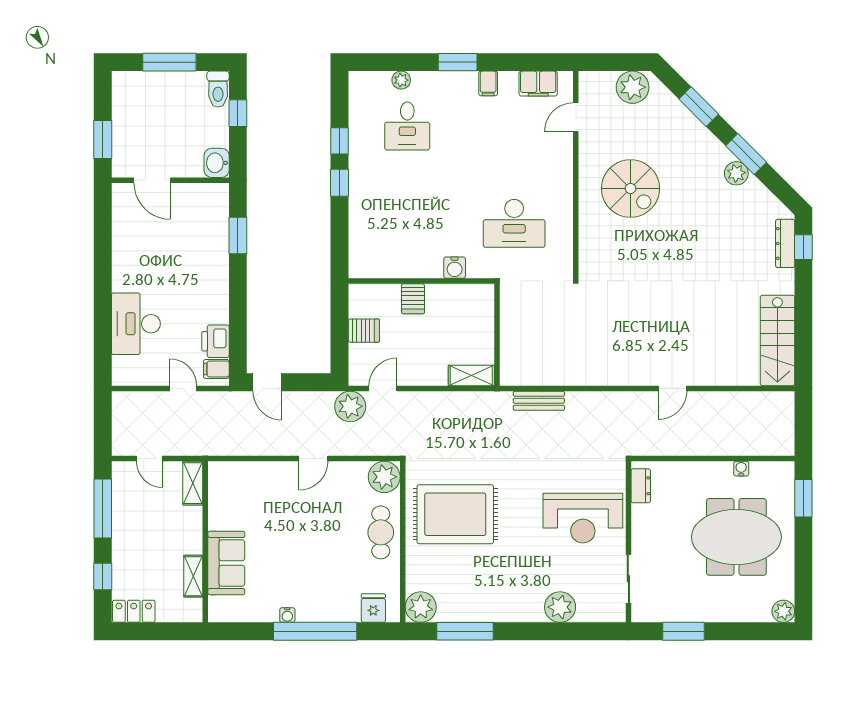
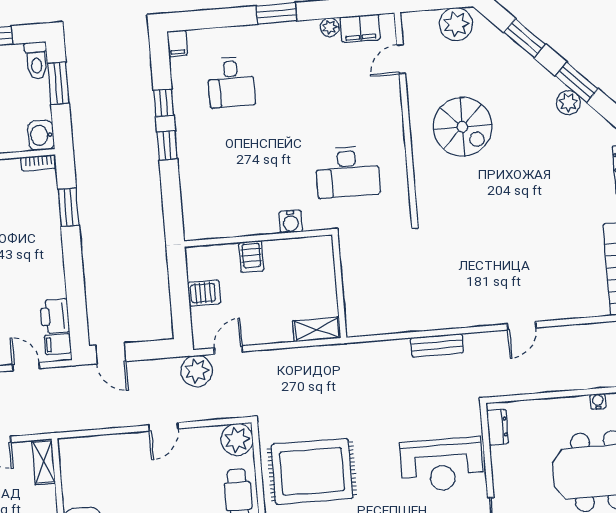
plant: (401, 80) -> (330, 27), moved
filing cabinet: (488, 83) -> (177, 43), moved
window: (238, 113) -> (58, 83), width x1.50
bookcase: (212, 190) -> (39, 163), added
bench: (539, 401) -> (437, 345), moved

